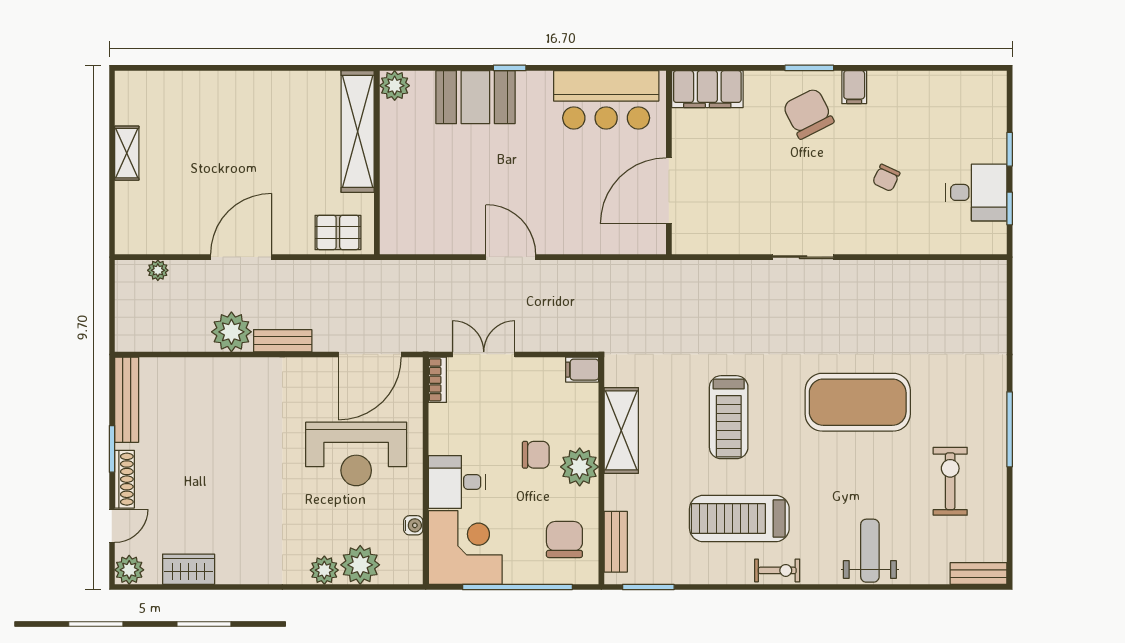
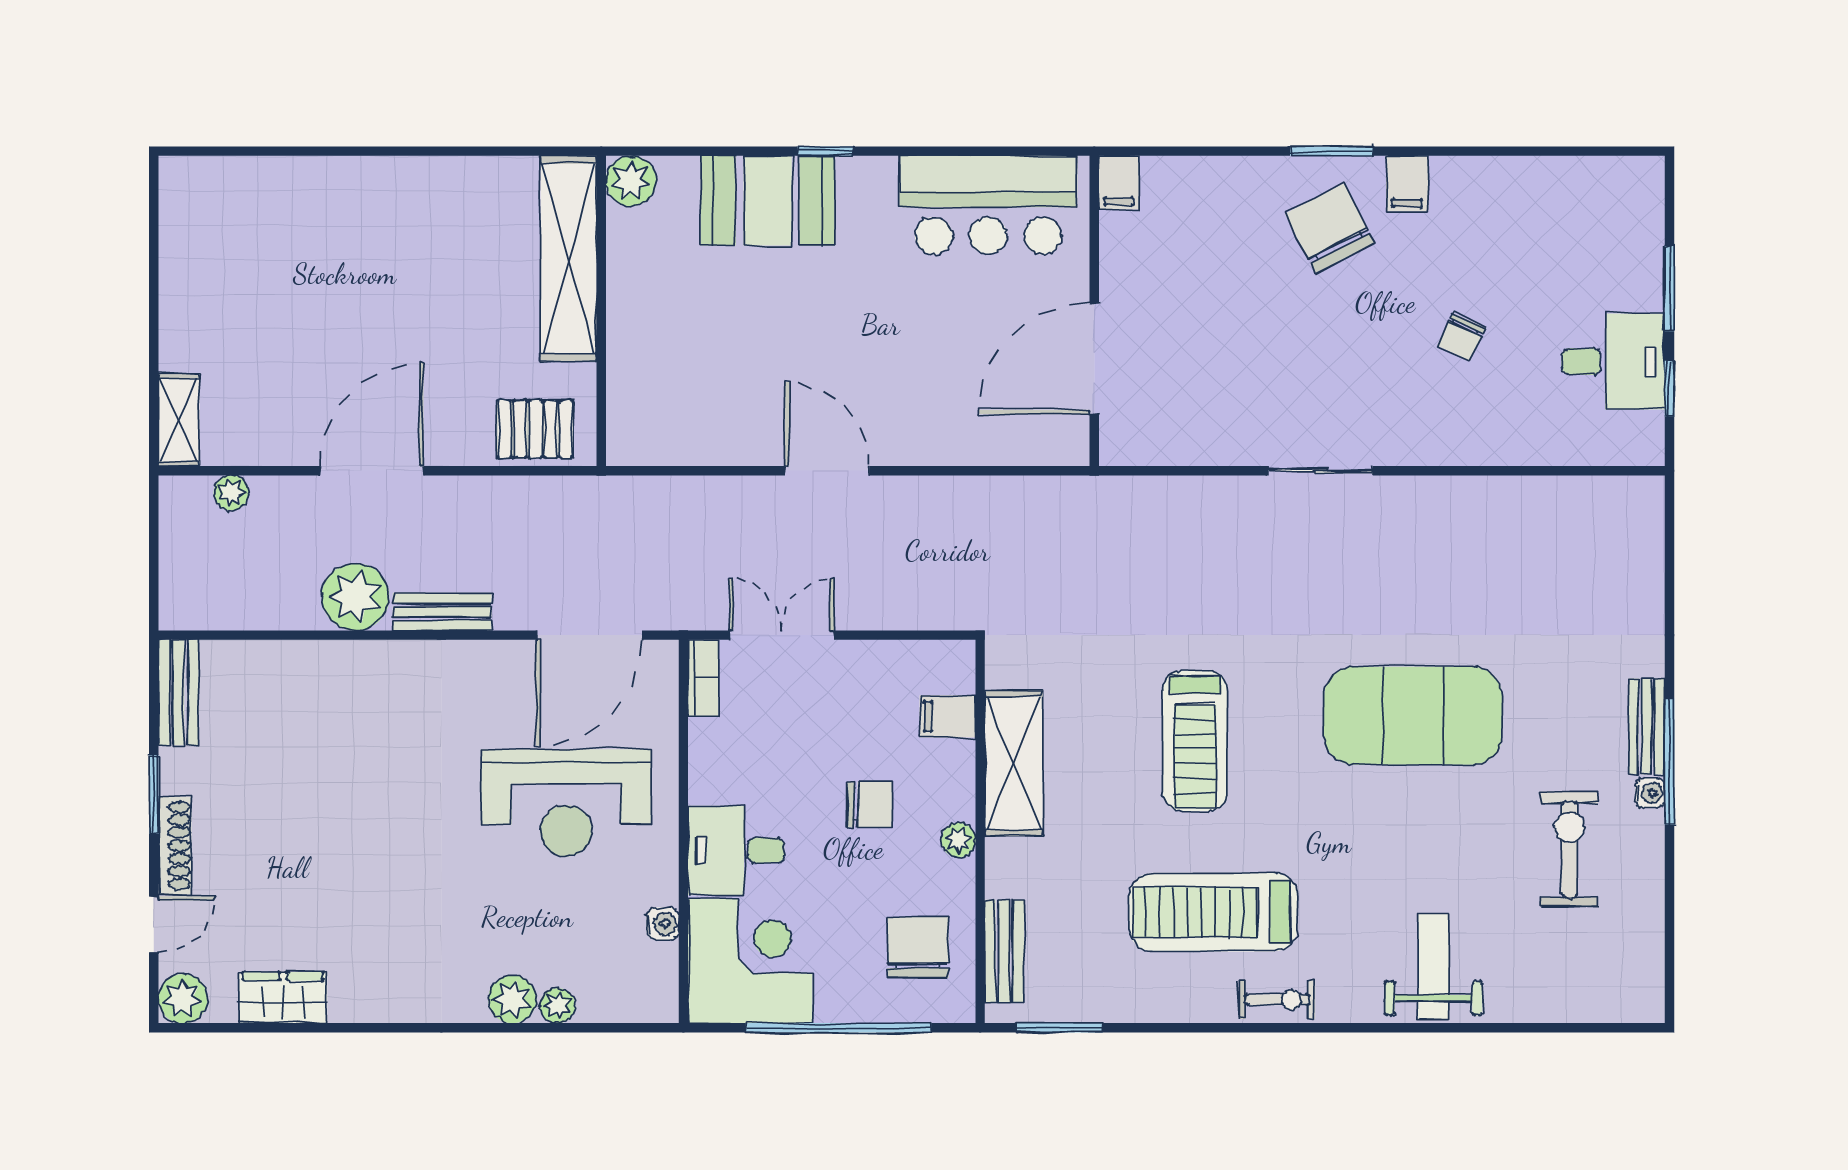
filing cabinet: (707, 89) -> (1119, 183), width x0.33, depth x0.86
window: (1010, 149) -> (1670, 289), width x1.50
shelving: (127, 153) -> (179, 420), moved
filing cabinet: (582, 370) -> (948, 716), moved
bench: (127, 400) -> (178, 692), width x0.73
water cooler: (998, 448) -> (1650, 793), added
plant: (580, 467) -> (958, 840), width x0.53, depth x0.53
plant: (360, 565) -> (558, 1006), width x0.53, depth x0.53
bench: (978, 573) -> (1647, 727), moved, turned 90

